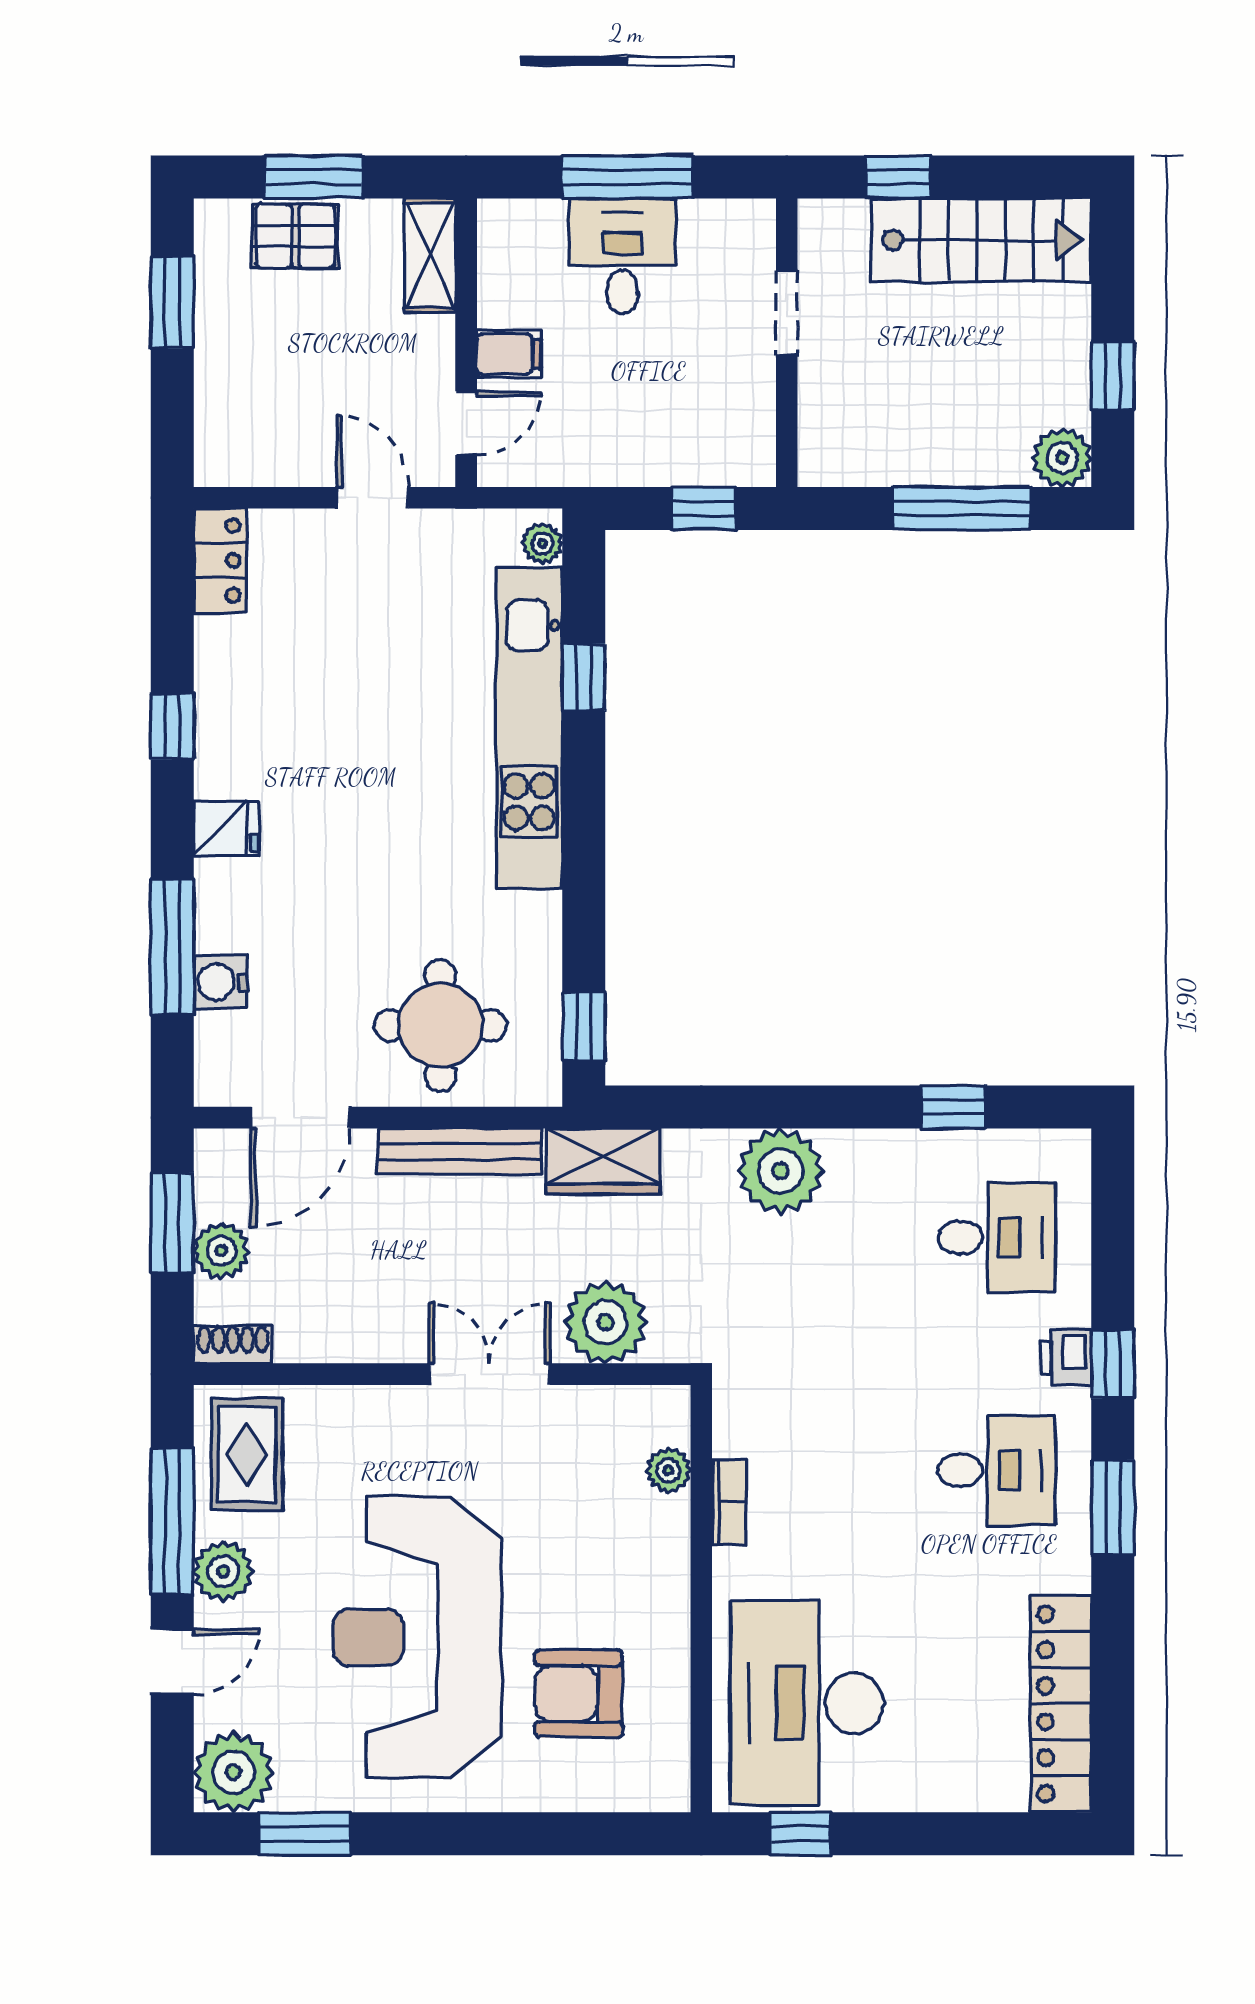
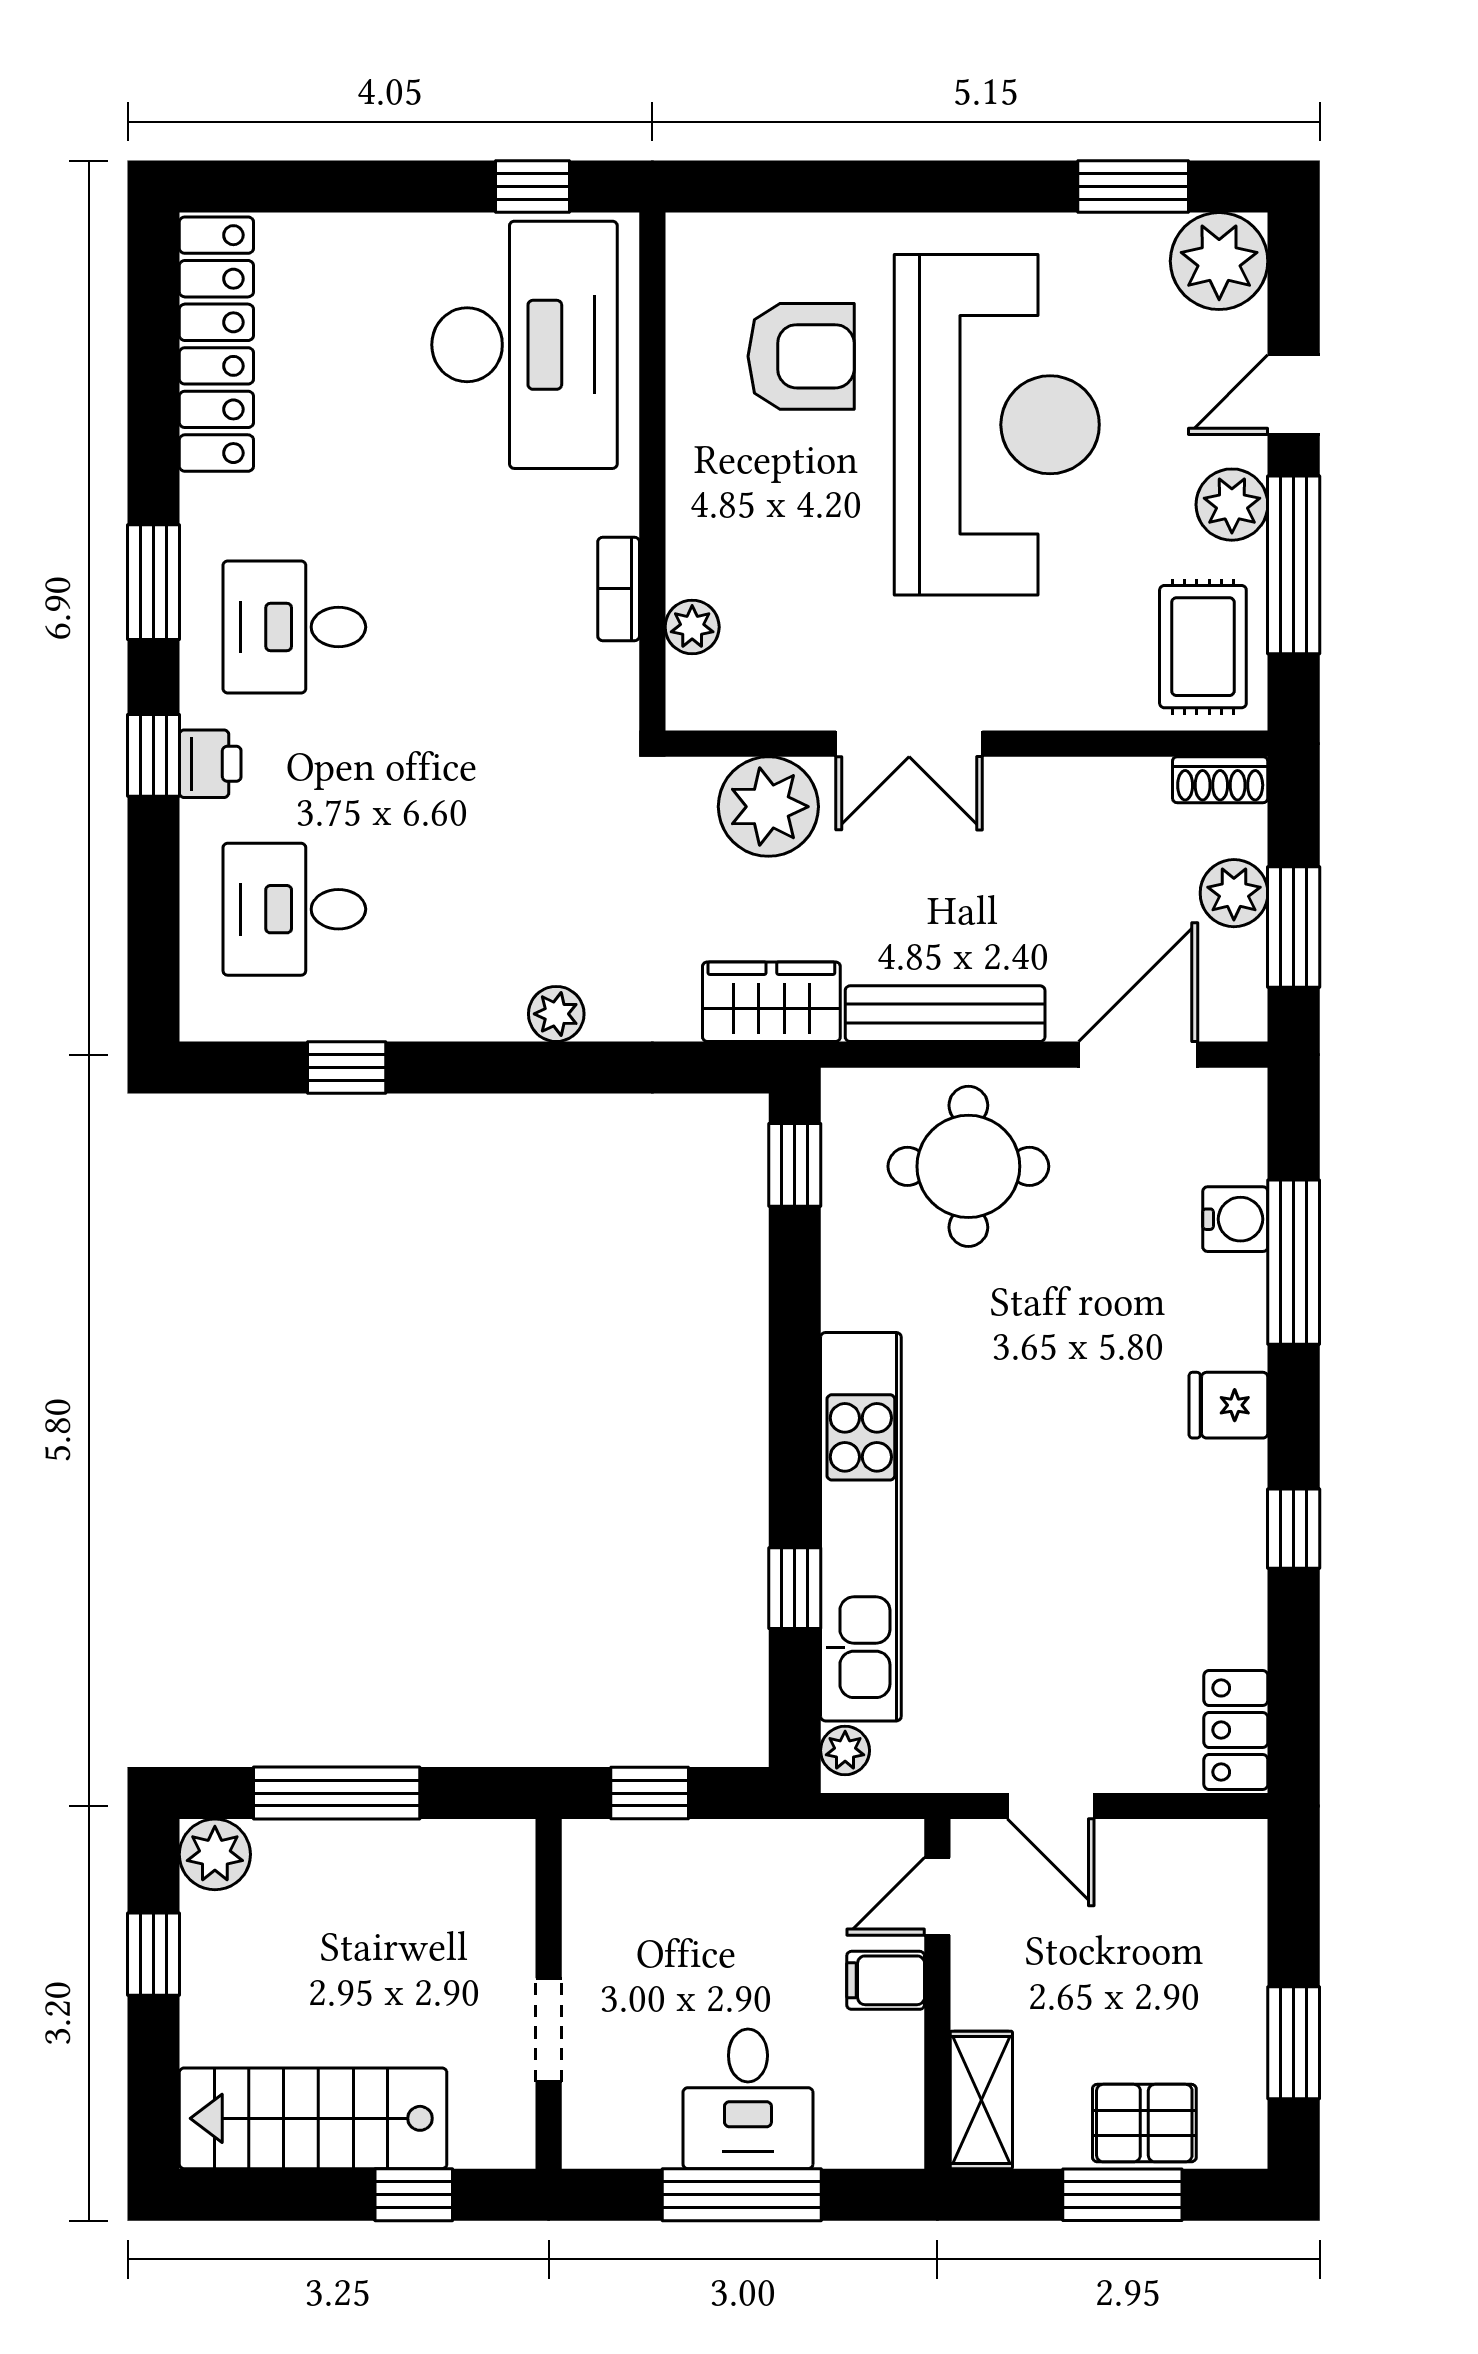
plant: (781, 1171) -> (556, 1014), width x0.53, depth x0.53

